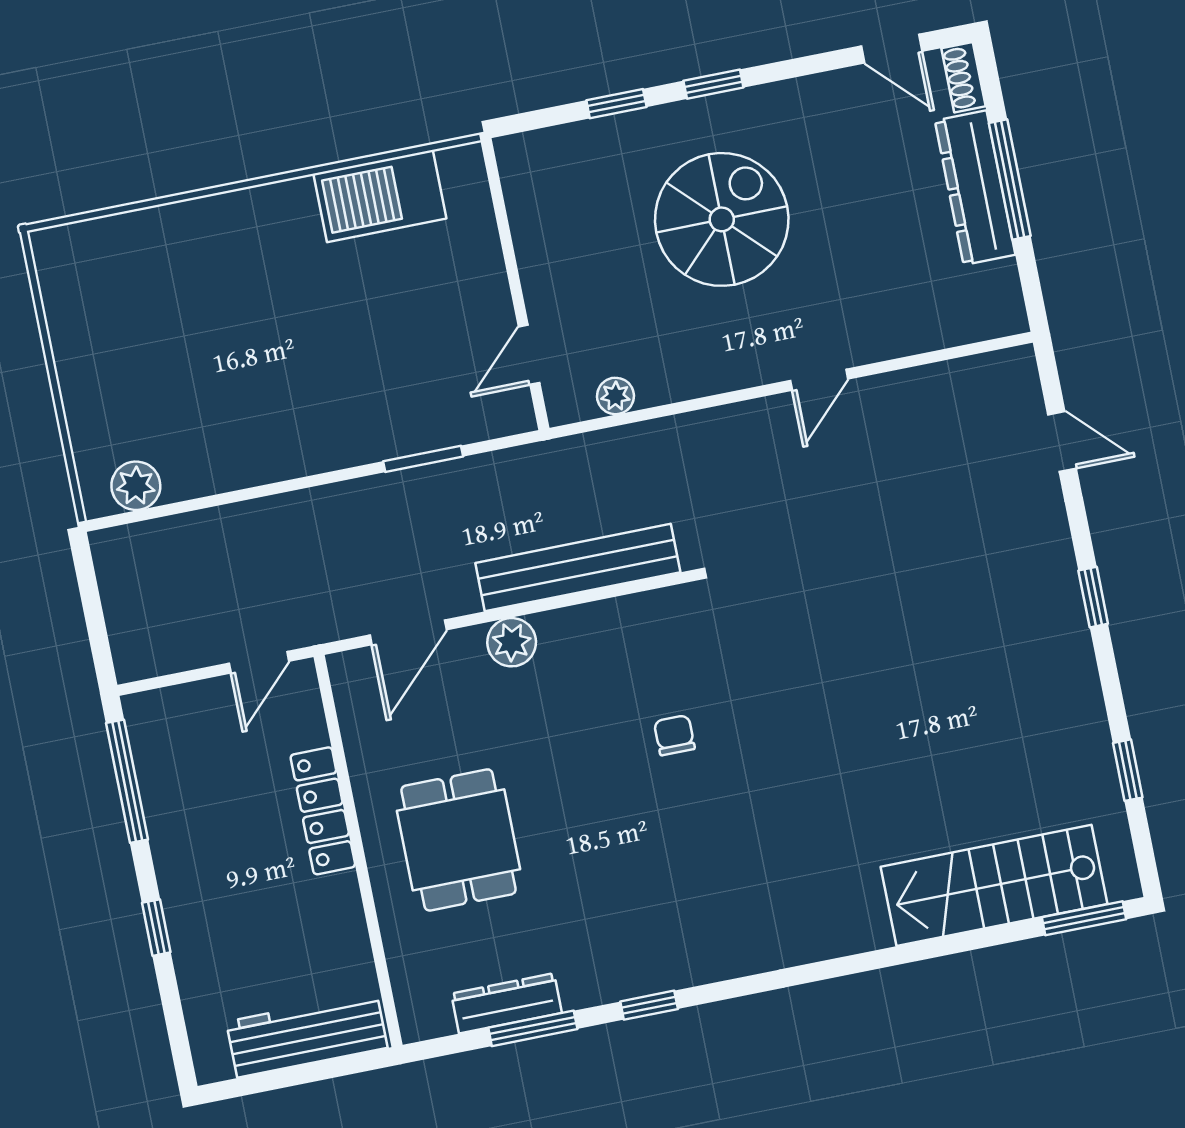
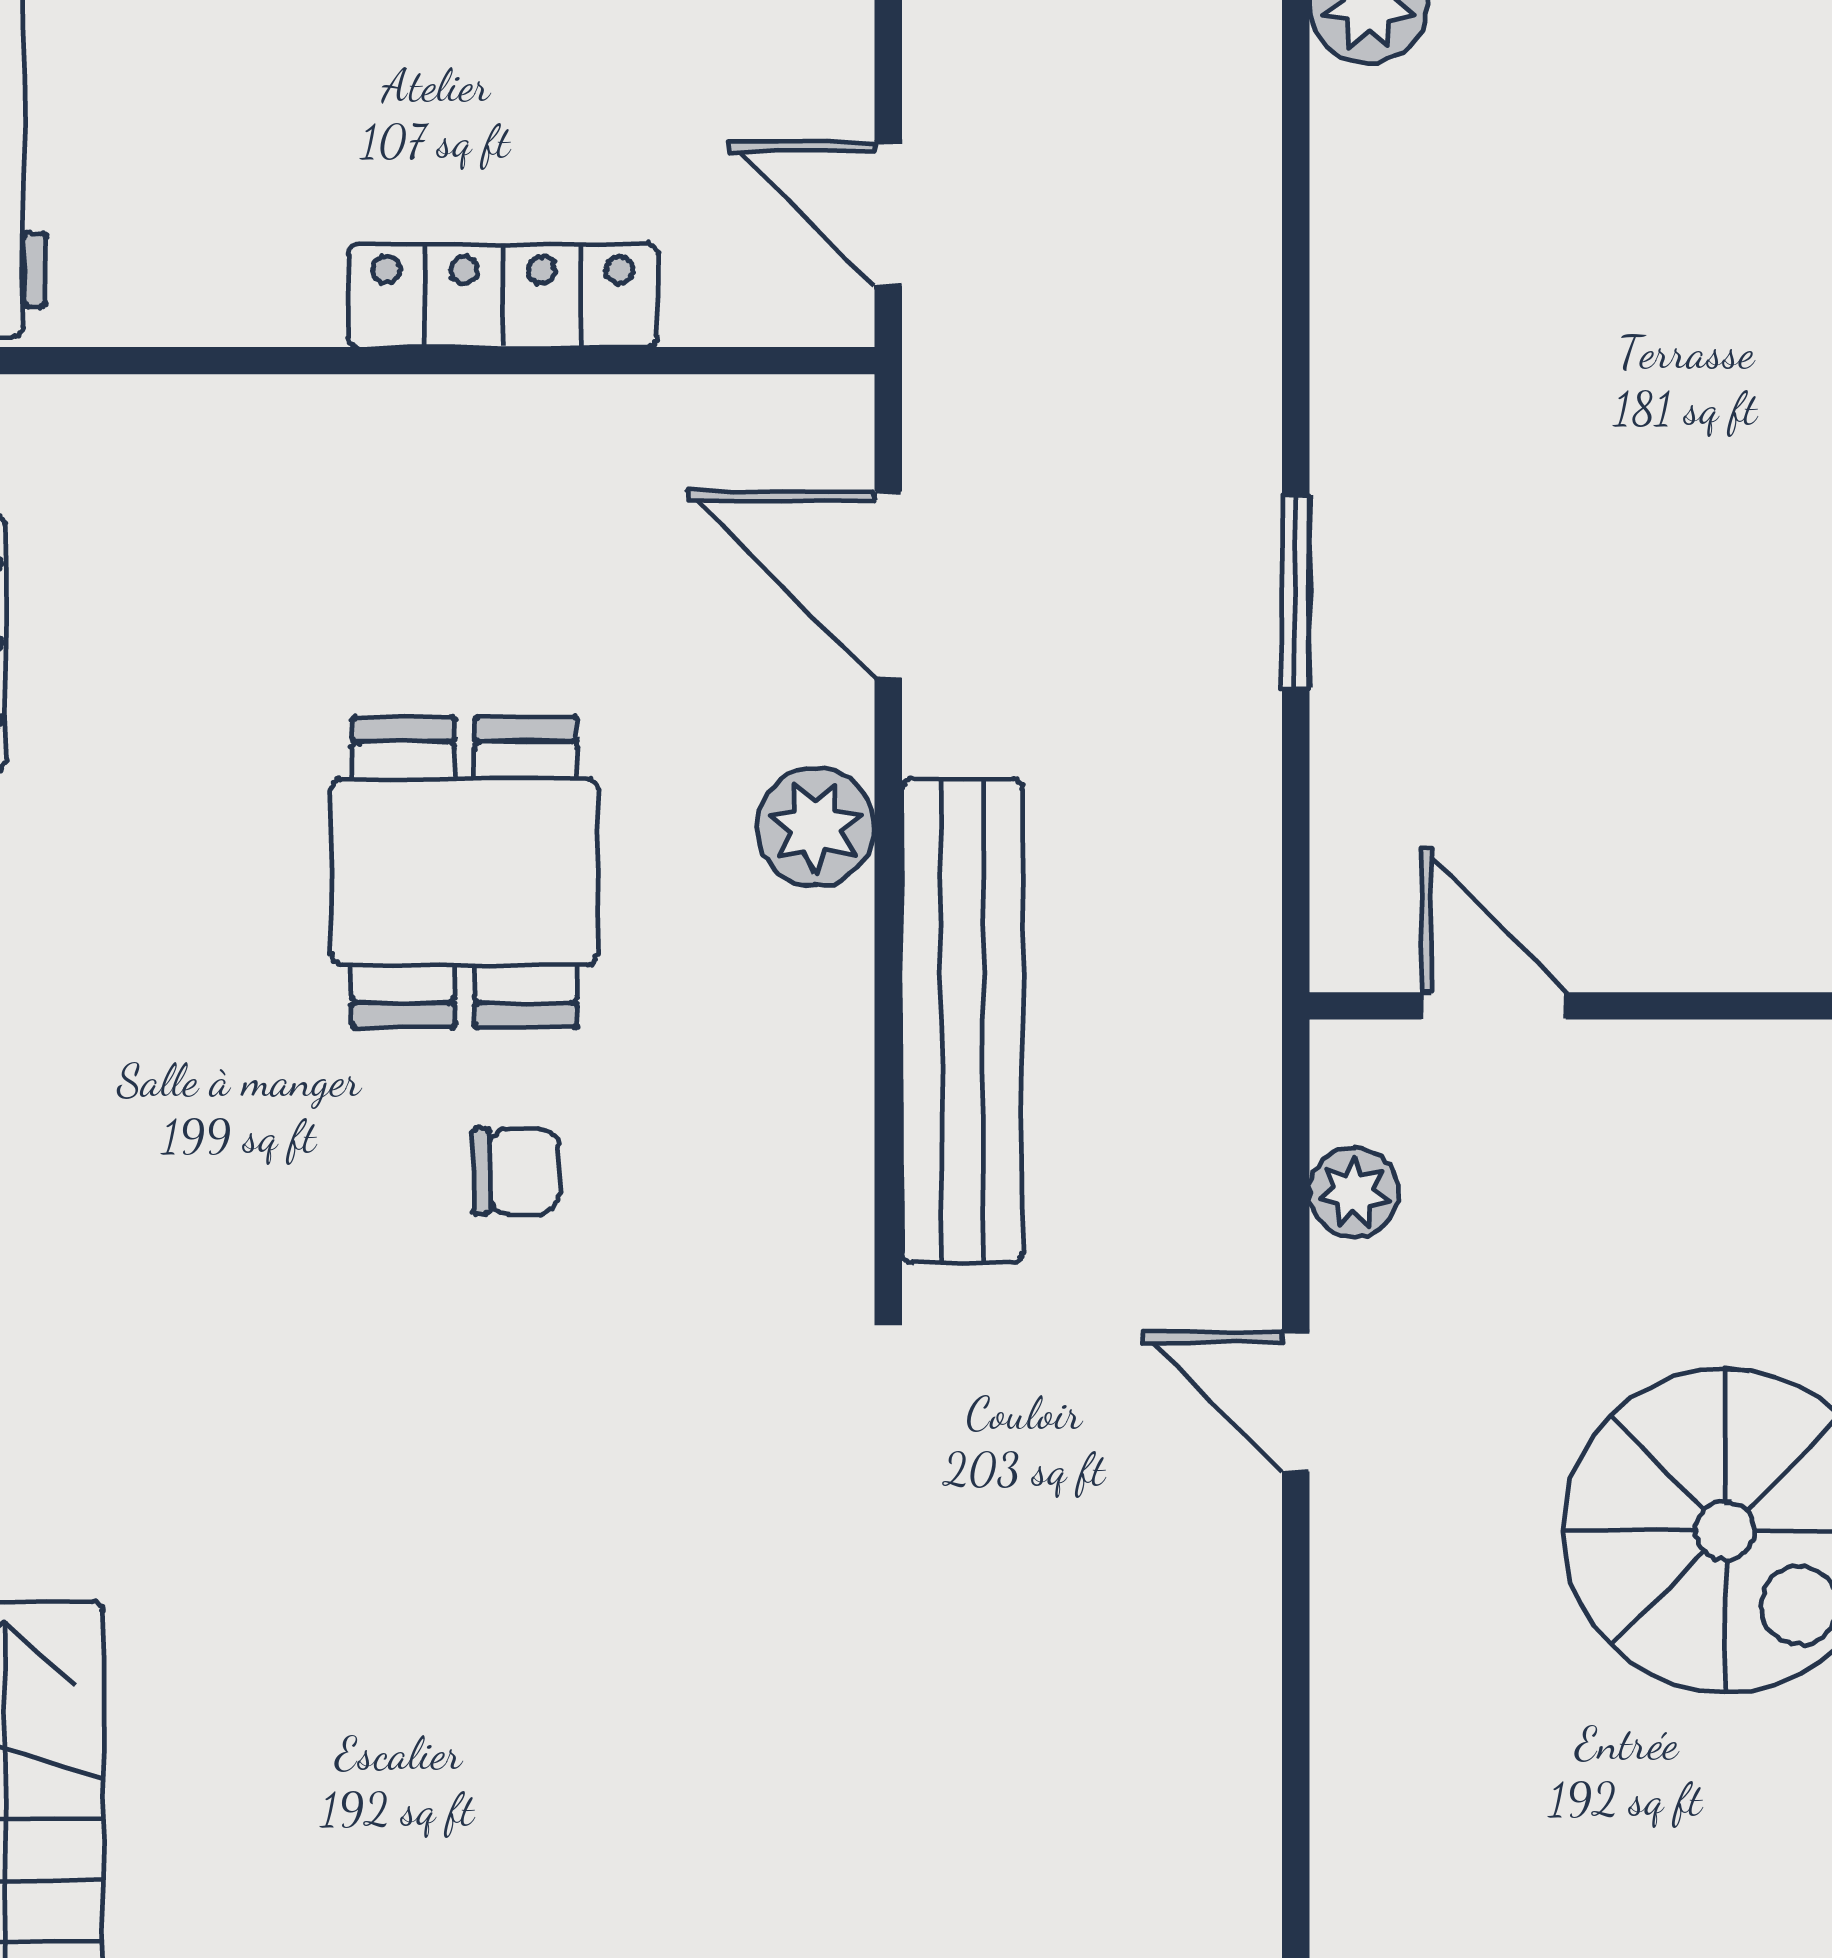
door: (819, 380) -> (1296, 1402), moved
window: (423, 459) -> (1296, 592), moved
dining table: (458, 840) -> (464, 872), moved, turned 90

